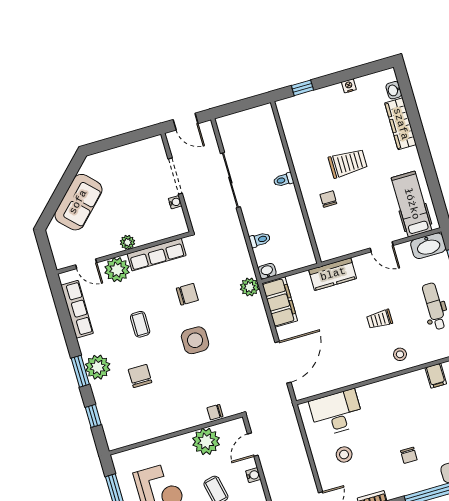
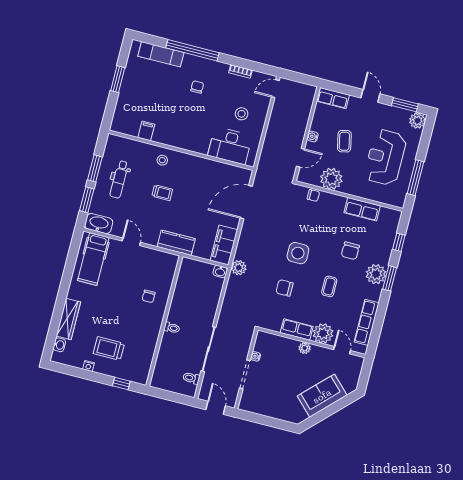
trolley: (348, 163) -> (109, 349), moved
toilet: (260, 240) -> (191, 378), moved
row of seats: (157, 255) -> (297, 330), width x0.68
row of seats: (154, 428) -> (362, 209), added

